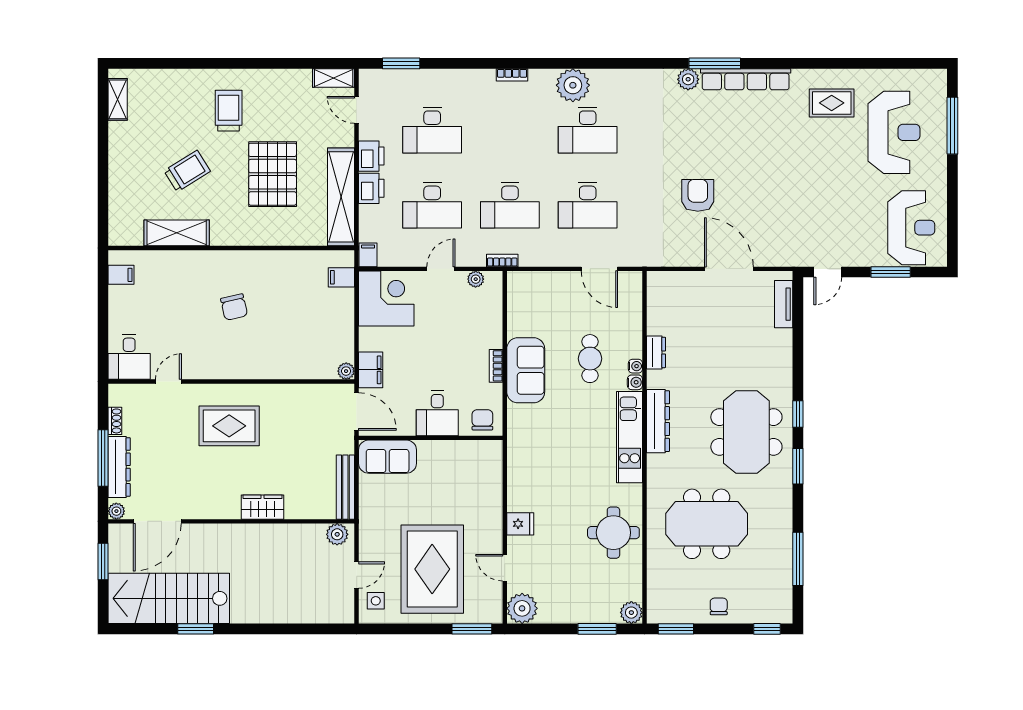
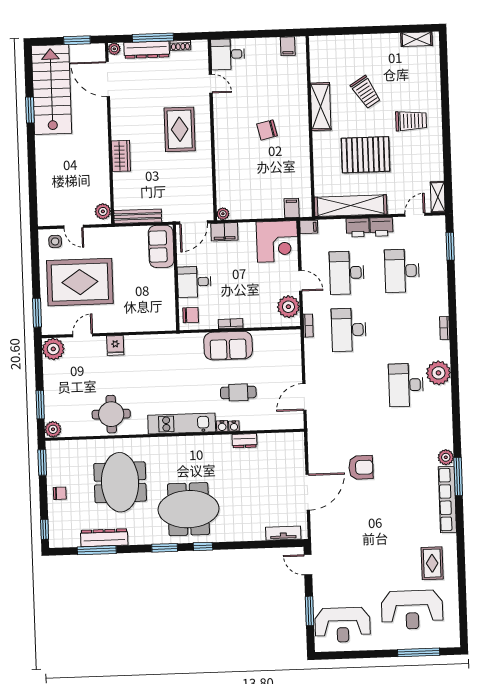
desk: (588, 205) -> (351, 387), removed
shelving: (177, 233) -> (321, 107), moved
plant: (476, 279) -> (288, 307), width x1.87, depth x1.87
dresser: (658, 421) -> (104, 538), moved, turned 180

